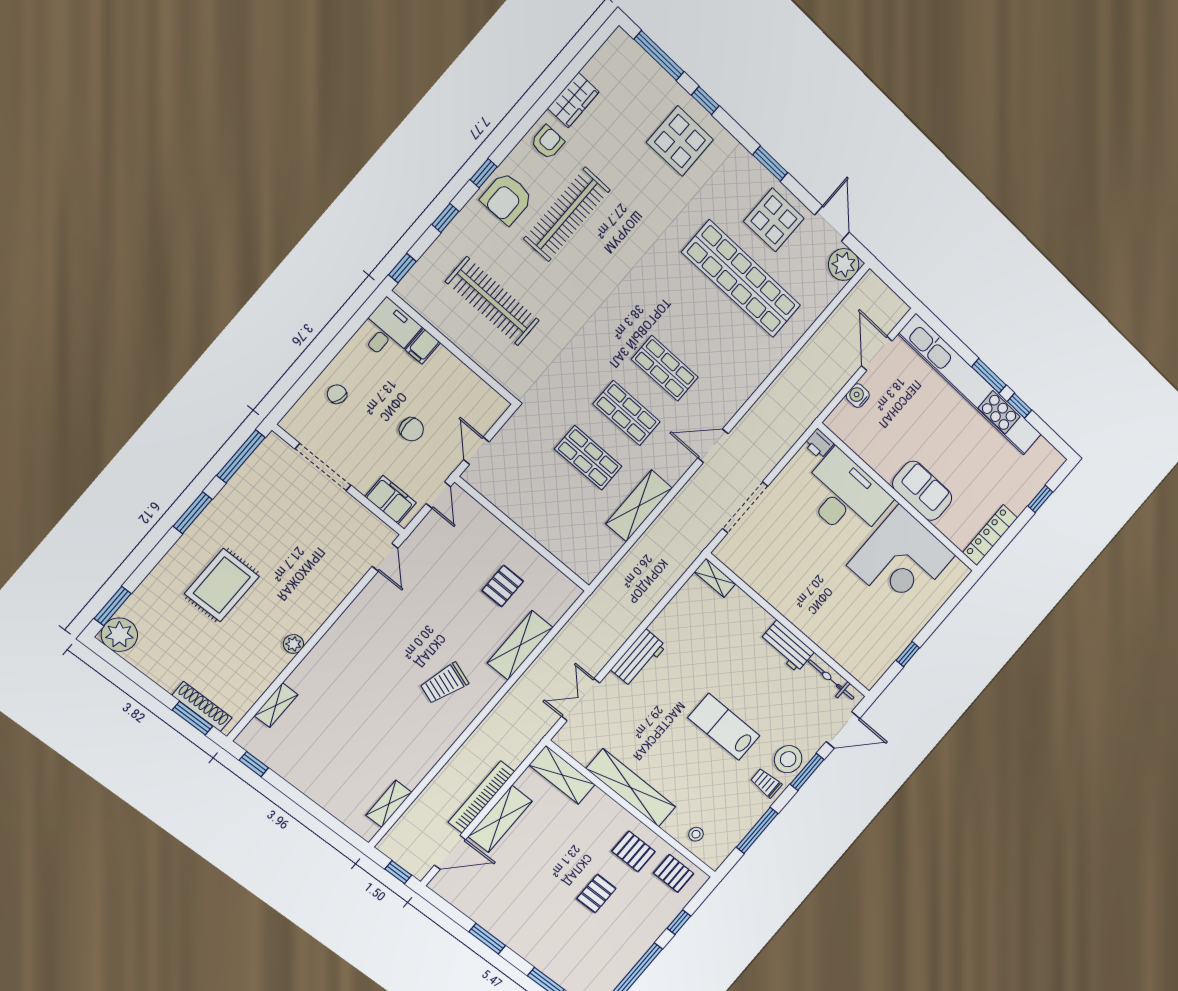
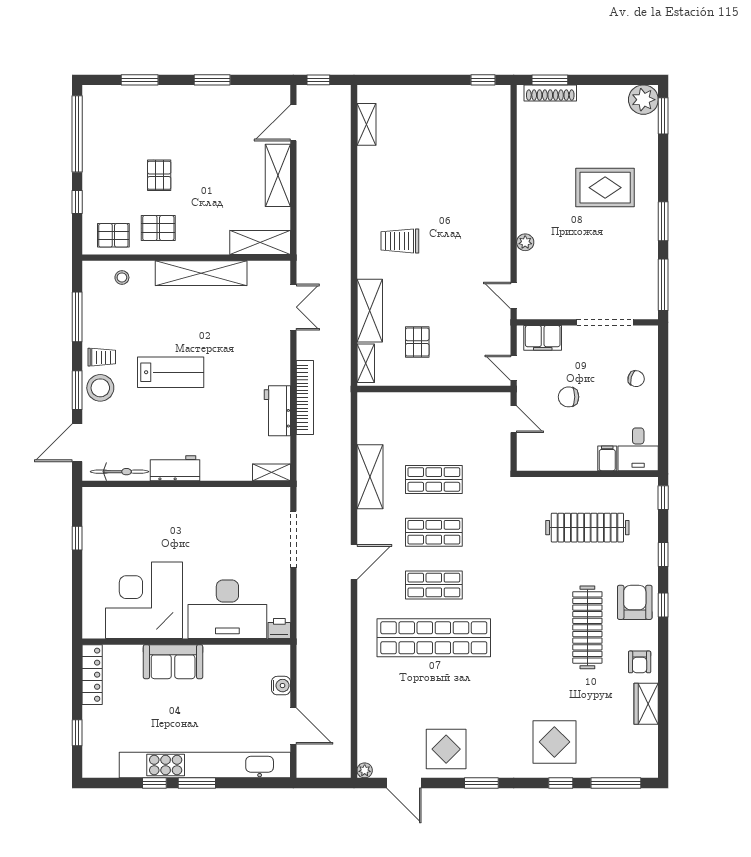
plant: (844, 264) -> (365, 770), width x0.53, depth x0.53
shop shelf: (741, 279) -> (434, 638), moved
rug: (222, 585) -> (605, 188), turned 90
plant: (293, 644) -> (525, 242), moved
workbench: (638, 658) -> (277, 411), moved
trolley: (444, 683) -> (400, 241), turned -109
shelving: (276, 705) -> (366, 363), moved
bookcase: (481, 797) -> (305, 397), moved

